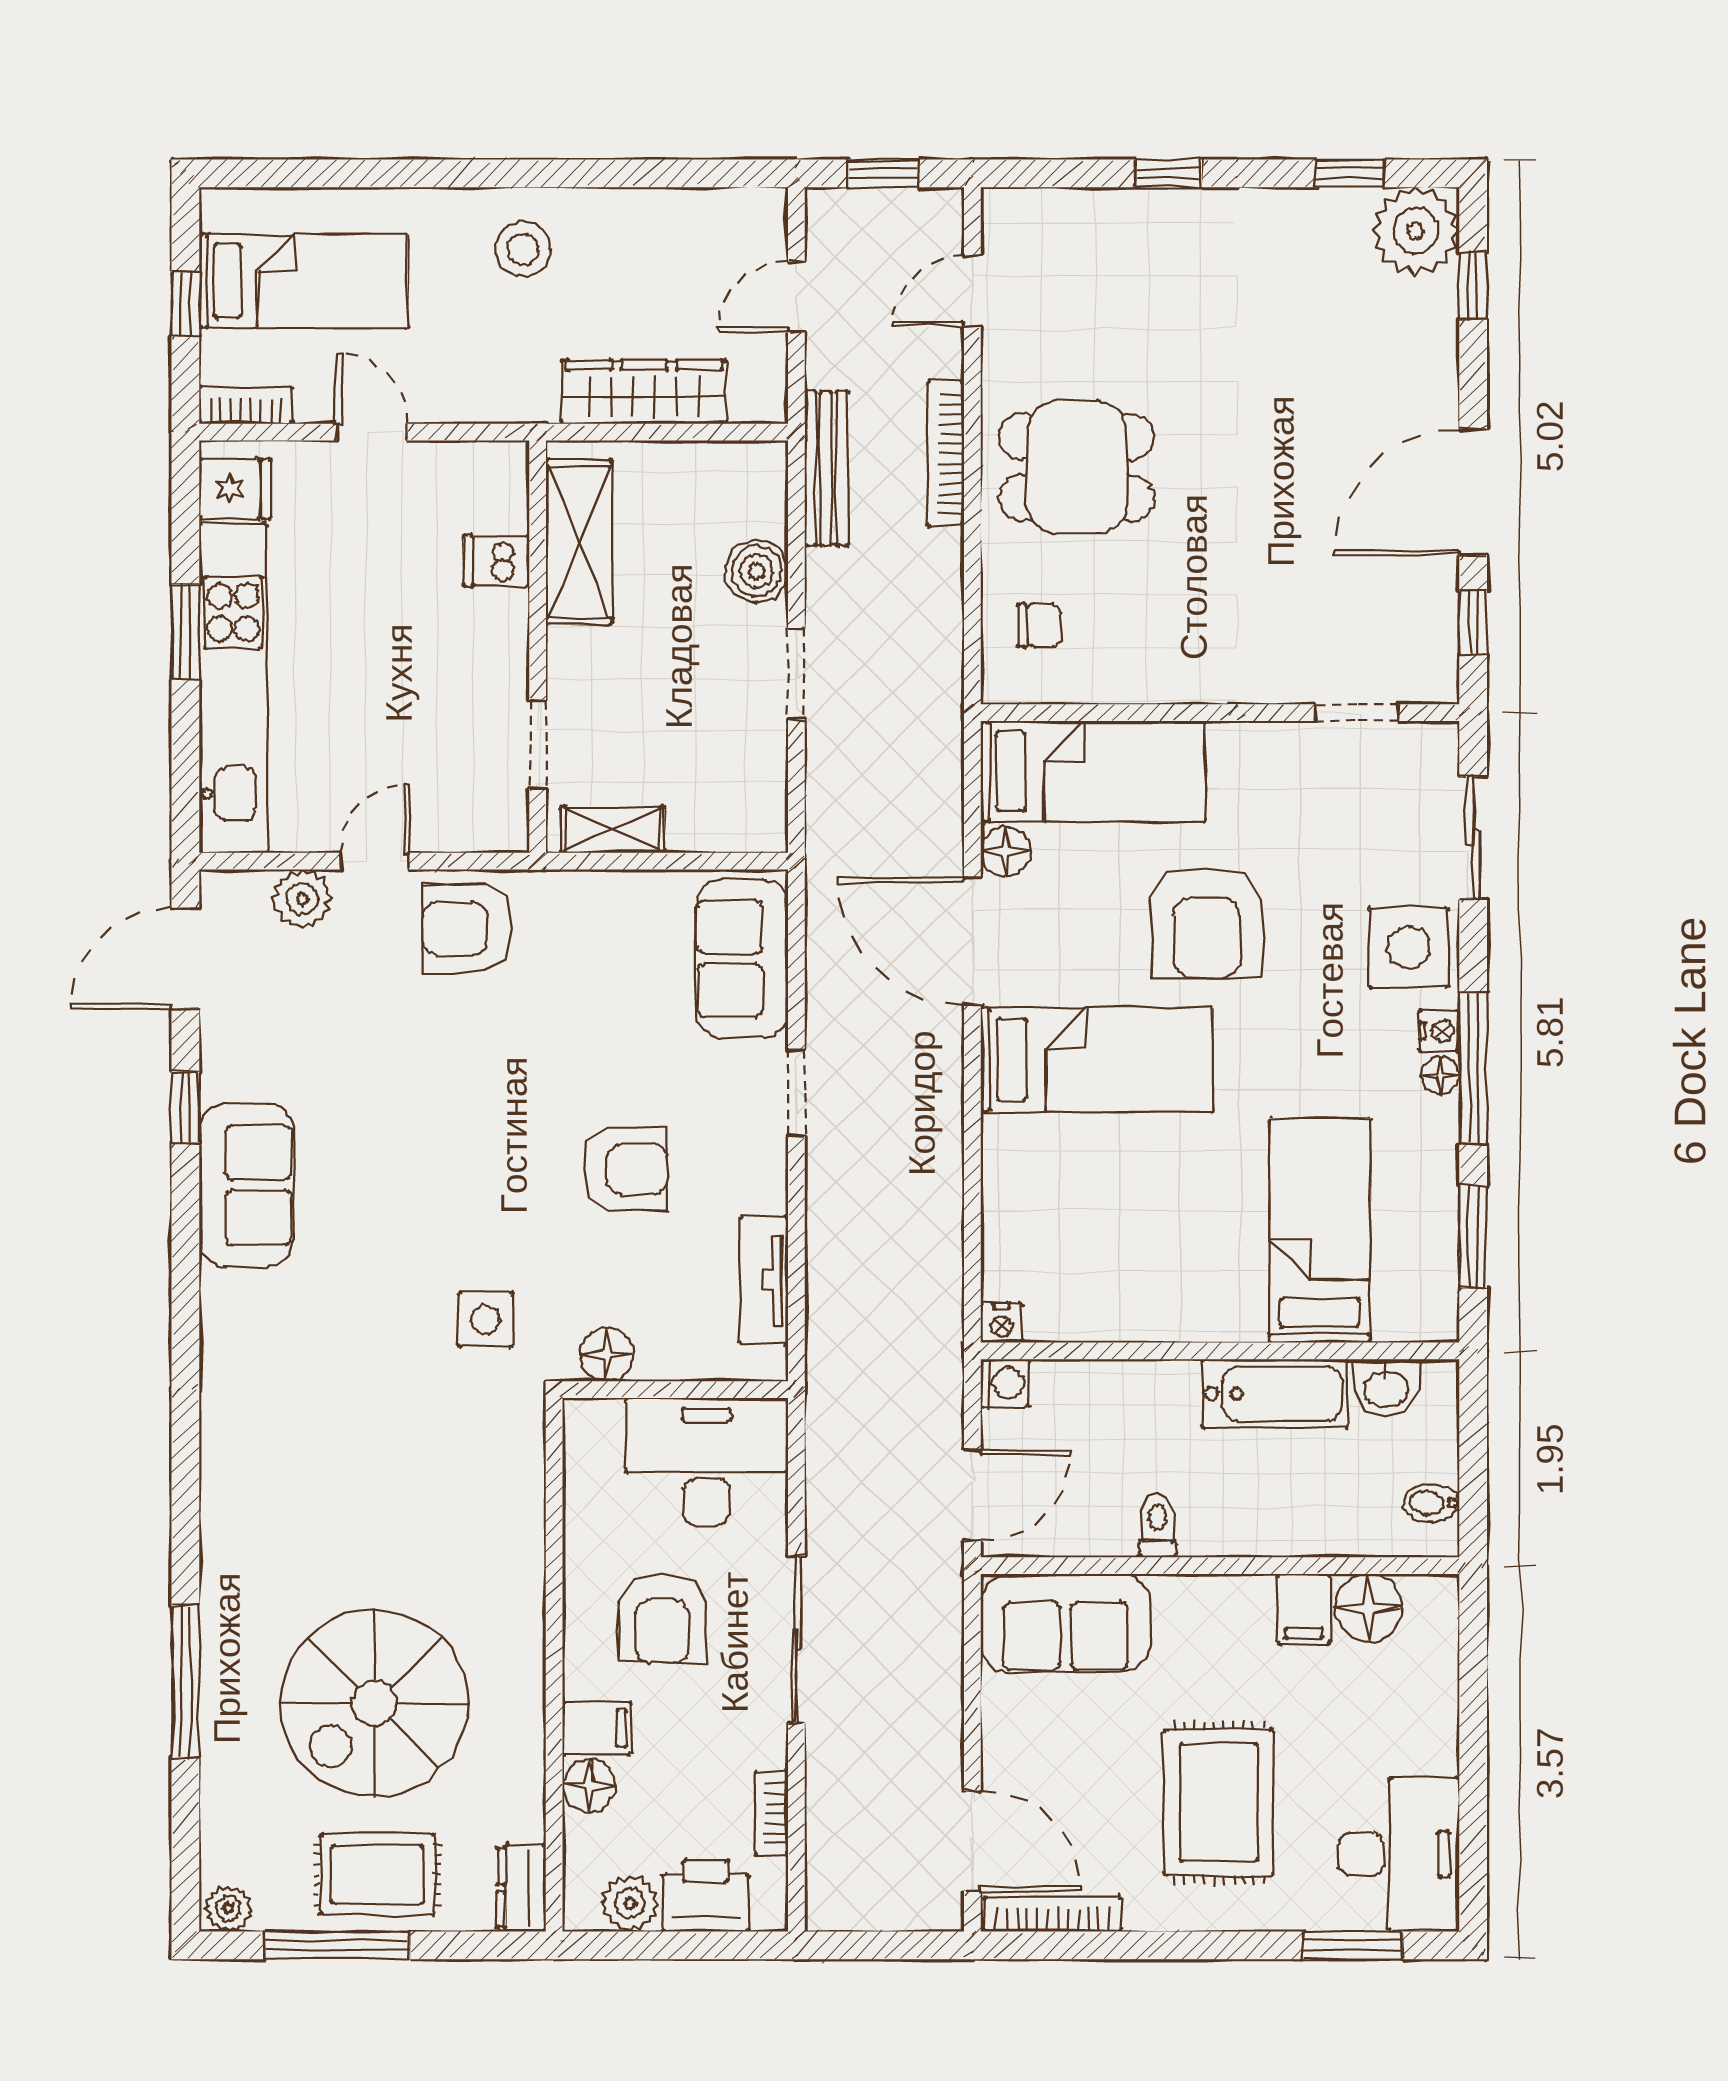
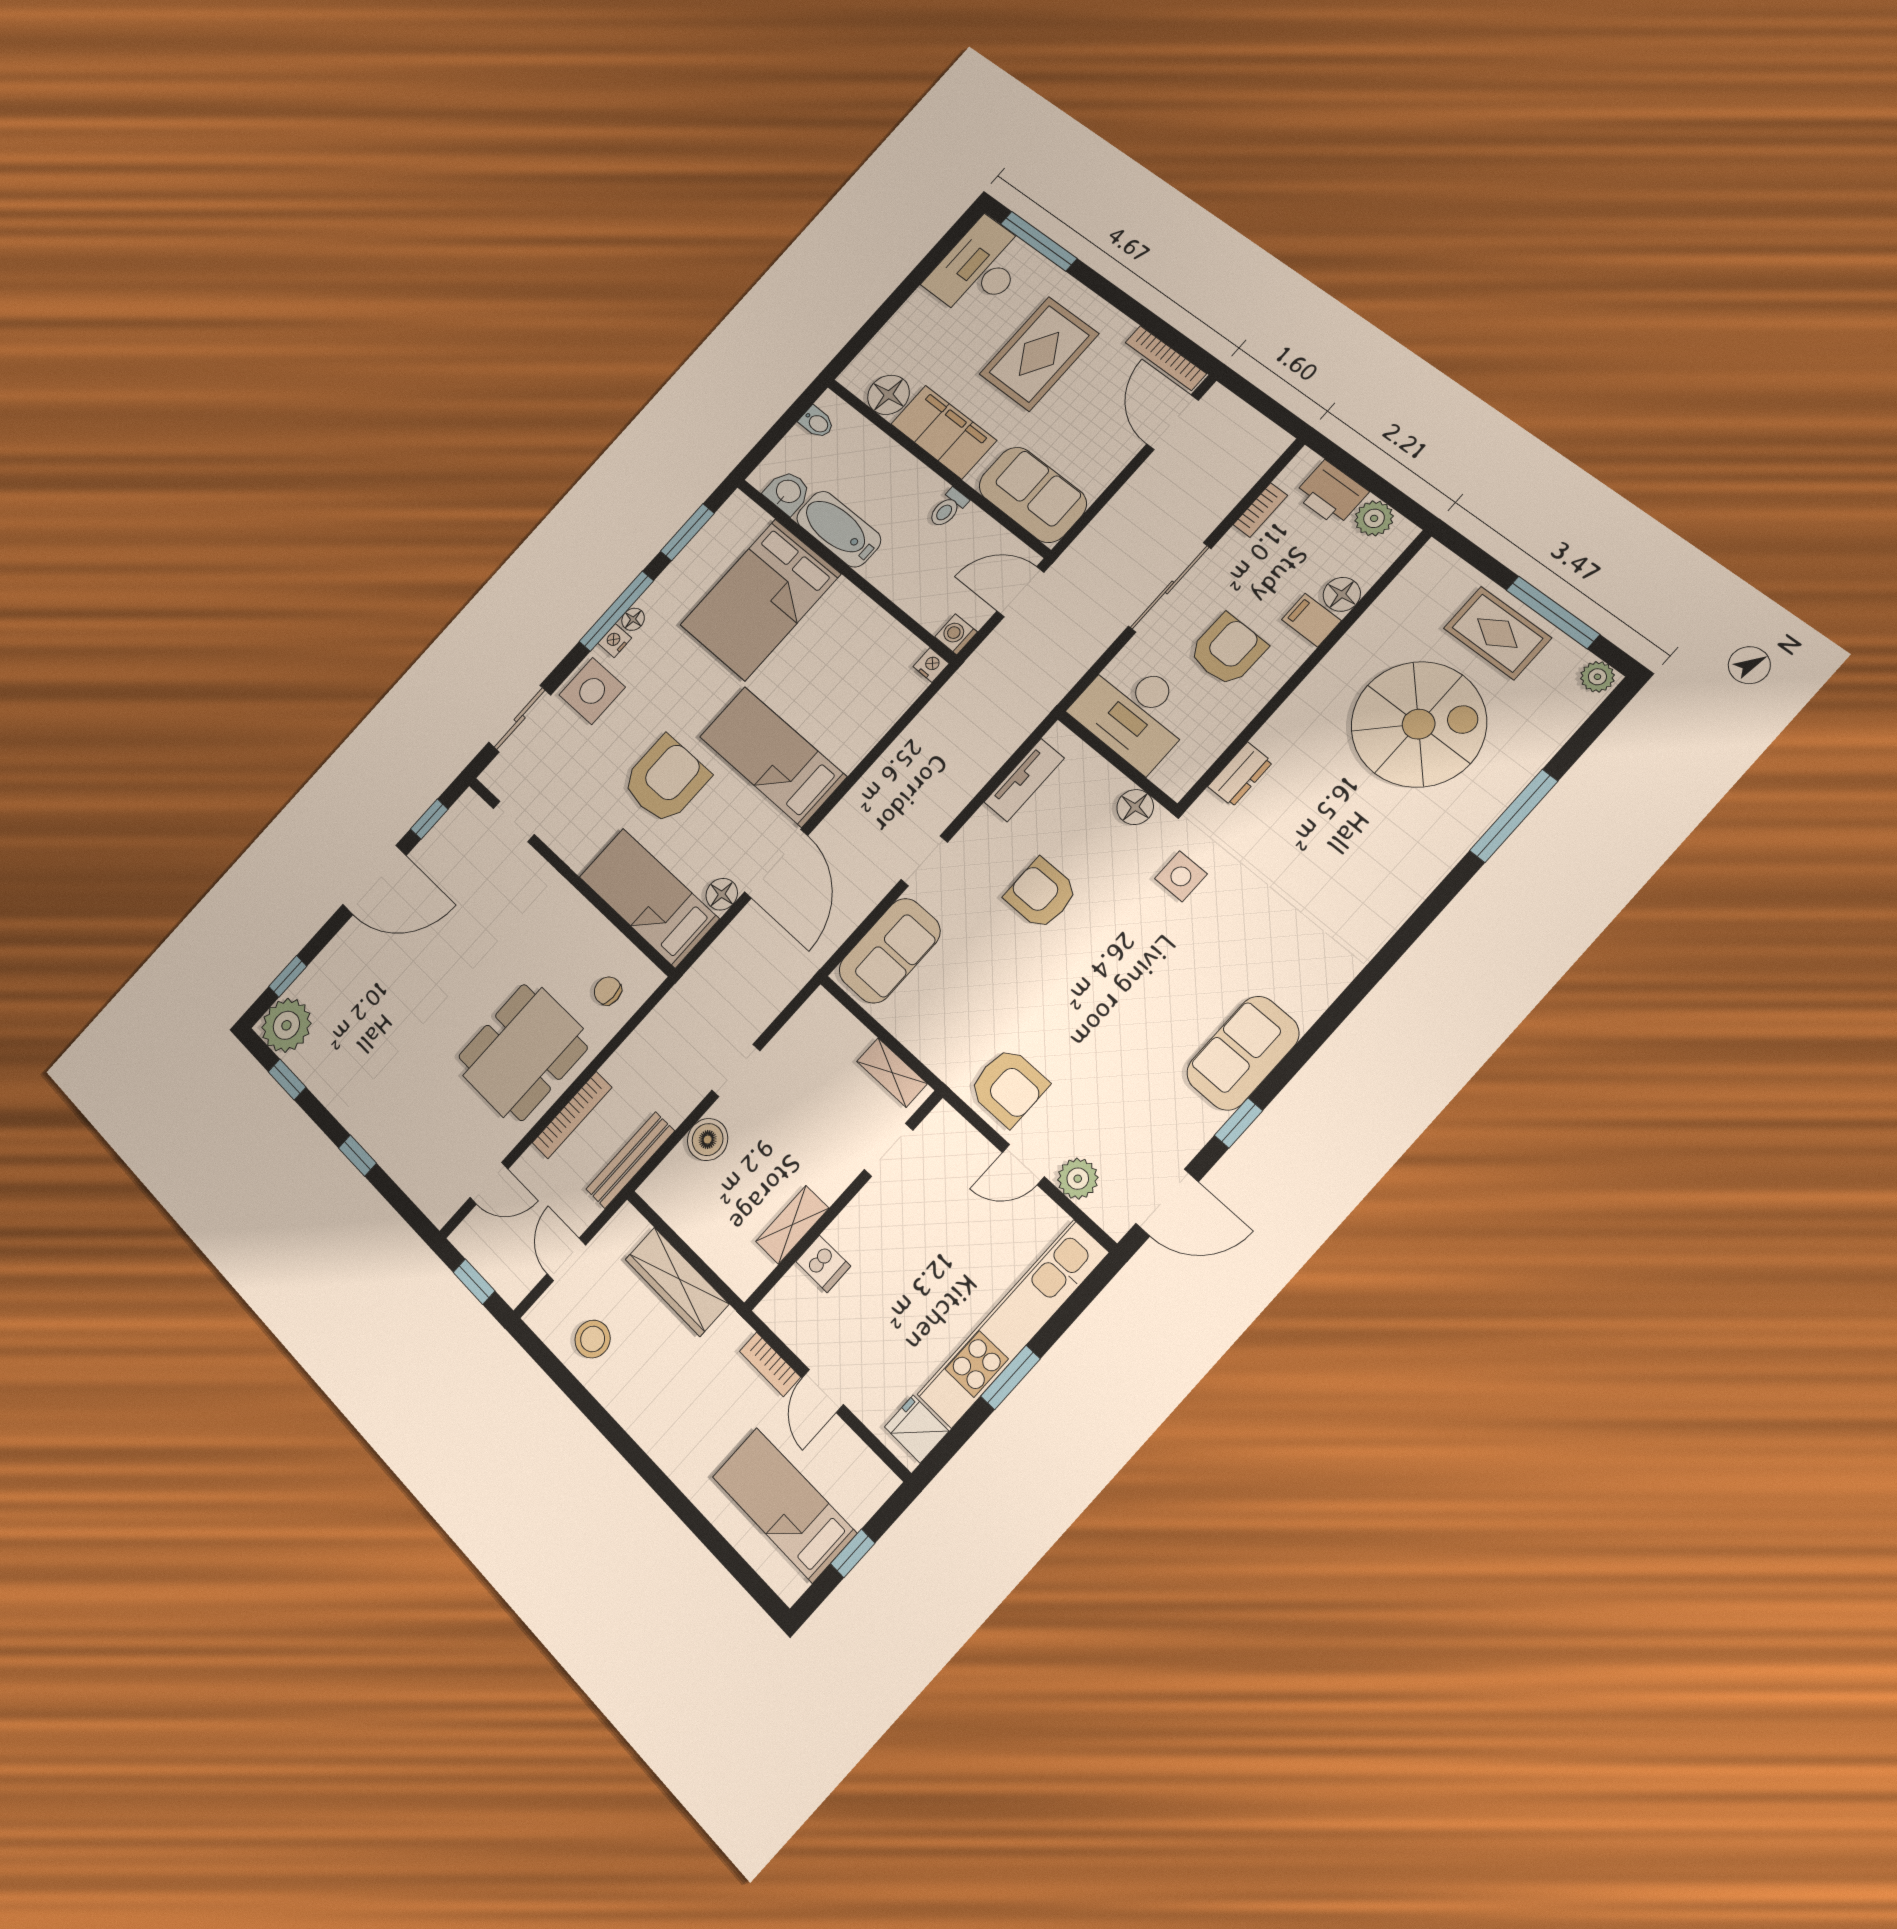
stool: (523, 249) -> (593, 1339), moved
door: (796, 297) -> (566, 1259), swing flipped
bookcase: (246, 405) -> (770, 1364), moved
dining table: (1077, 467) -> (523, 1052), width x1.38
shelving: (579, 542) -> (792, 1225), width x0.67, depth x0.75
bed: (1320, 1230) -> (760, 600), width x1.50
filing cabinet: (1304, 1609) -> (944, 432), width x3.00, depth x1.17
dresser: (521, 1888) -> (1240, 774), moved
window: (1353, 1945) -> (1039, 241), width x1.44

